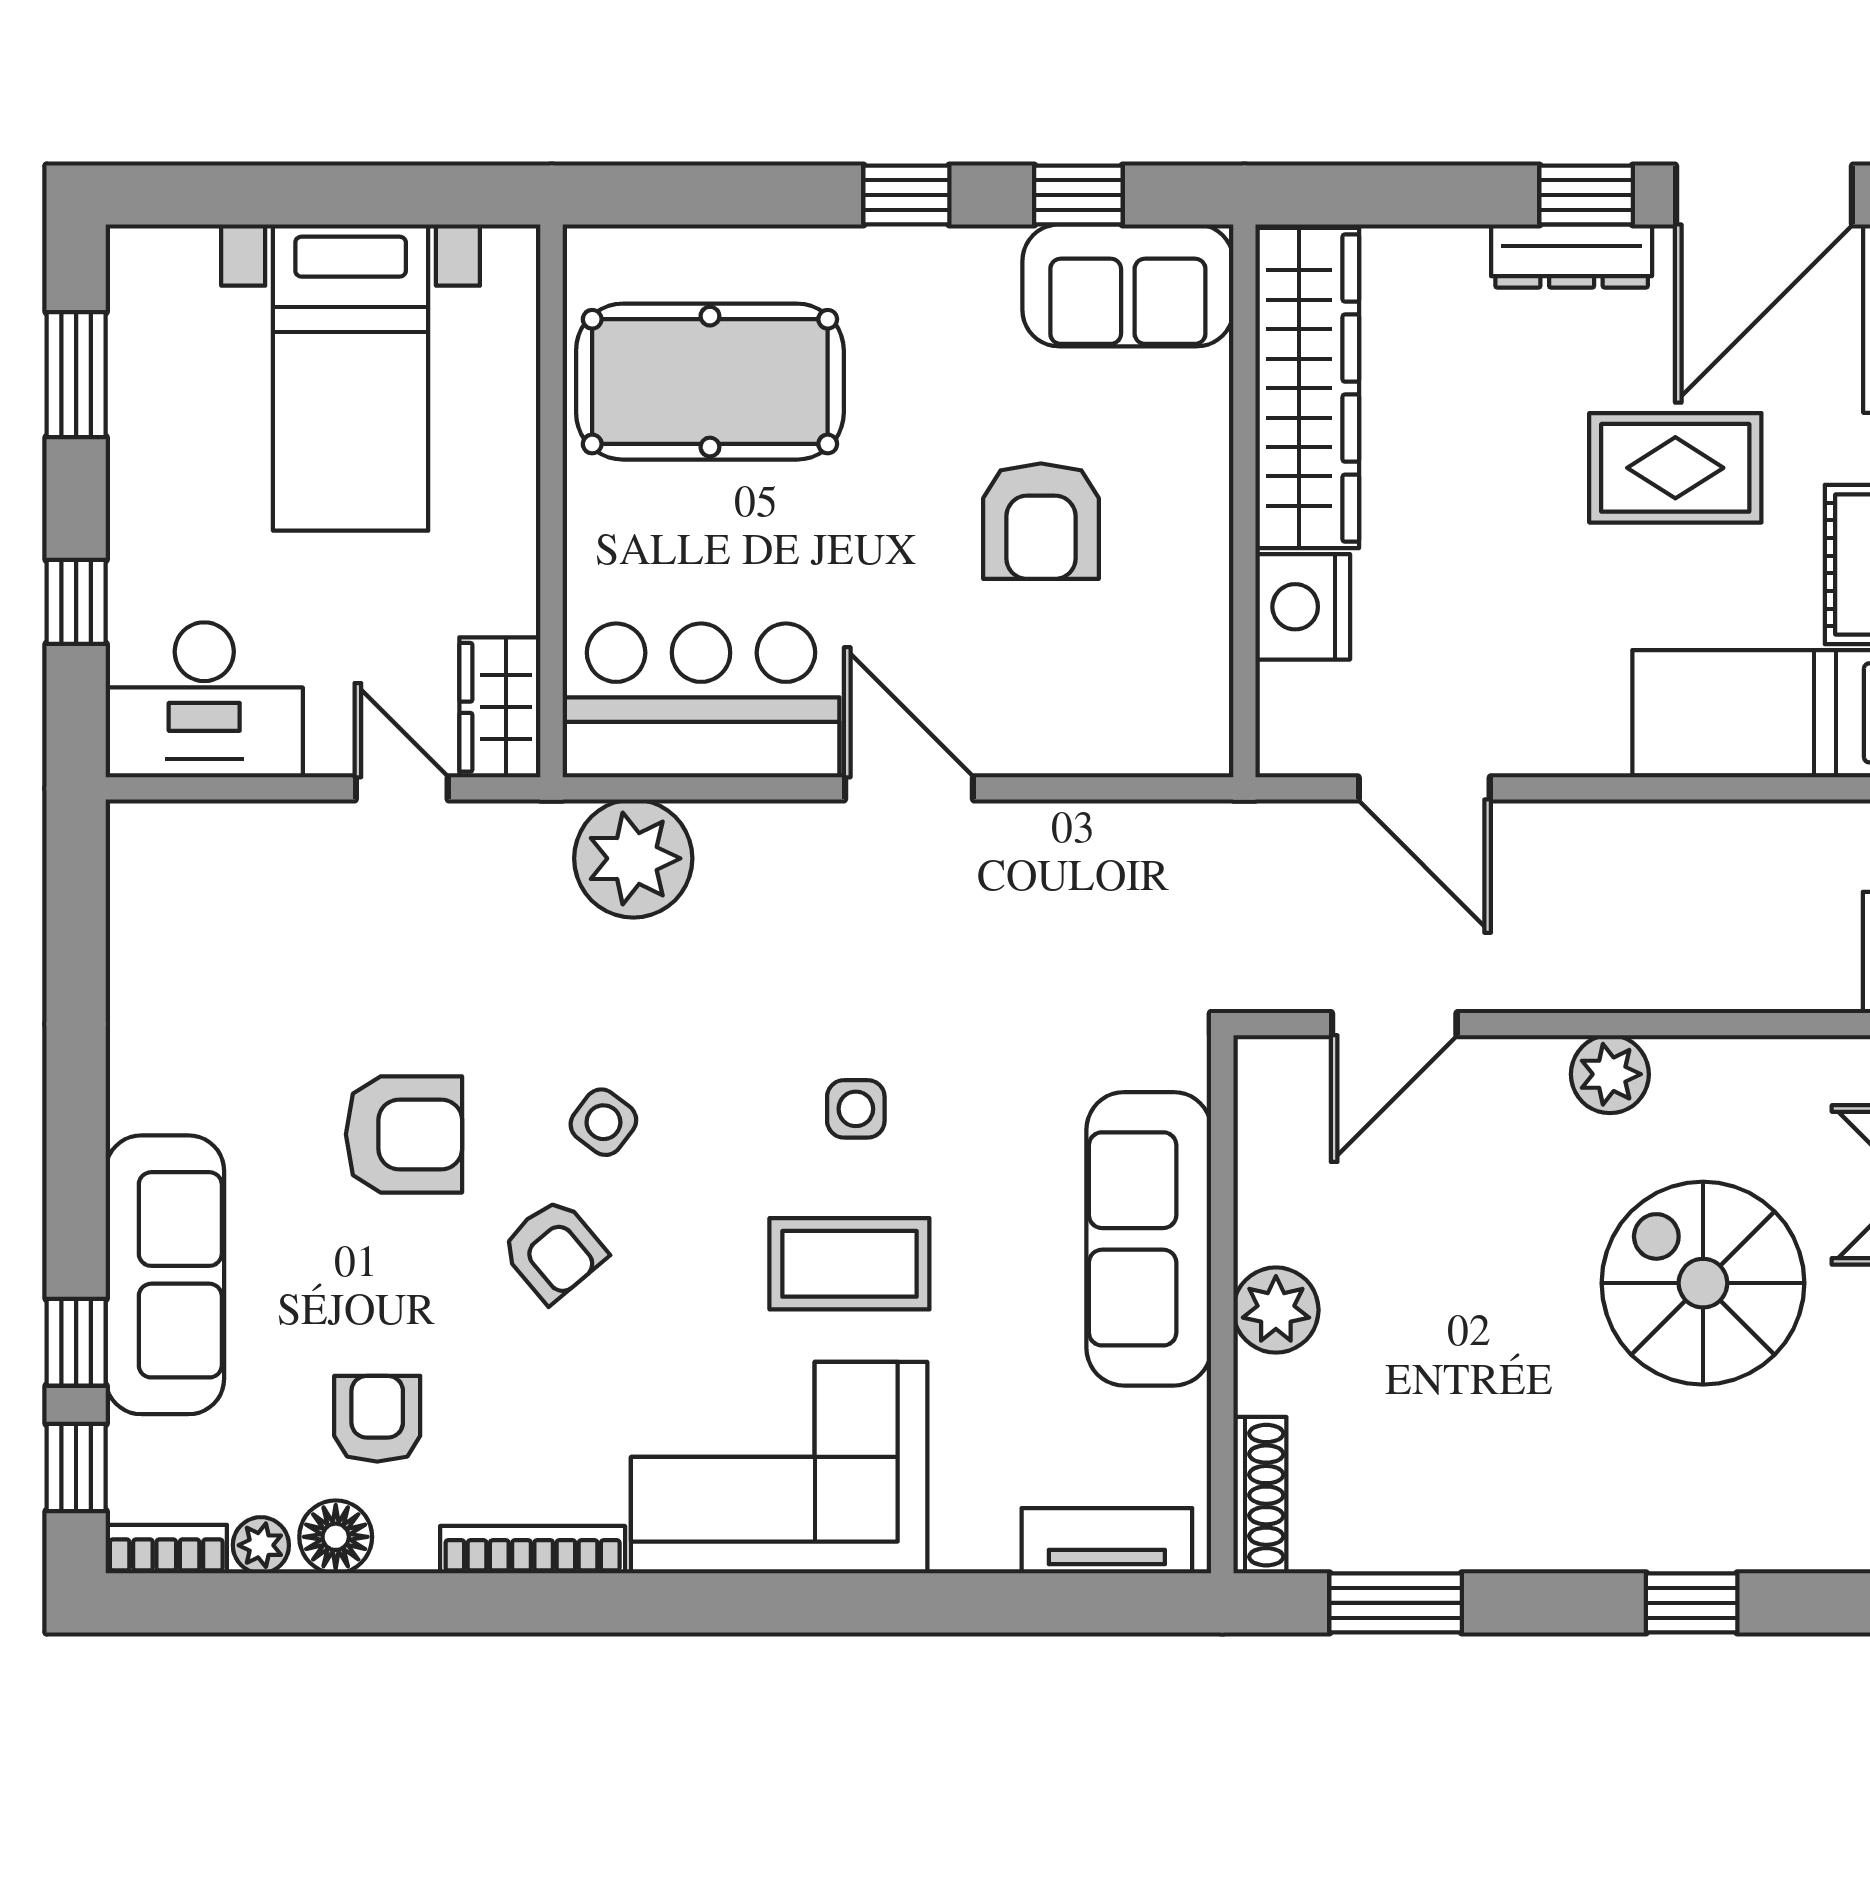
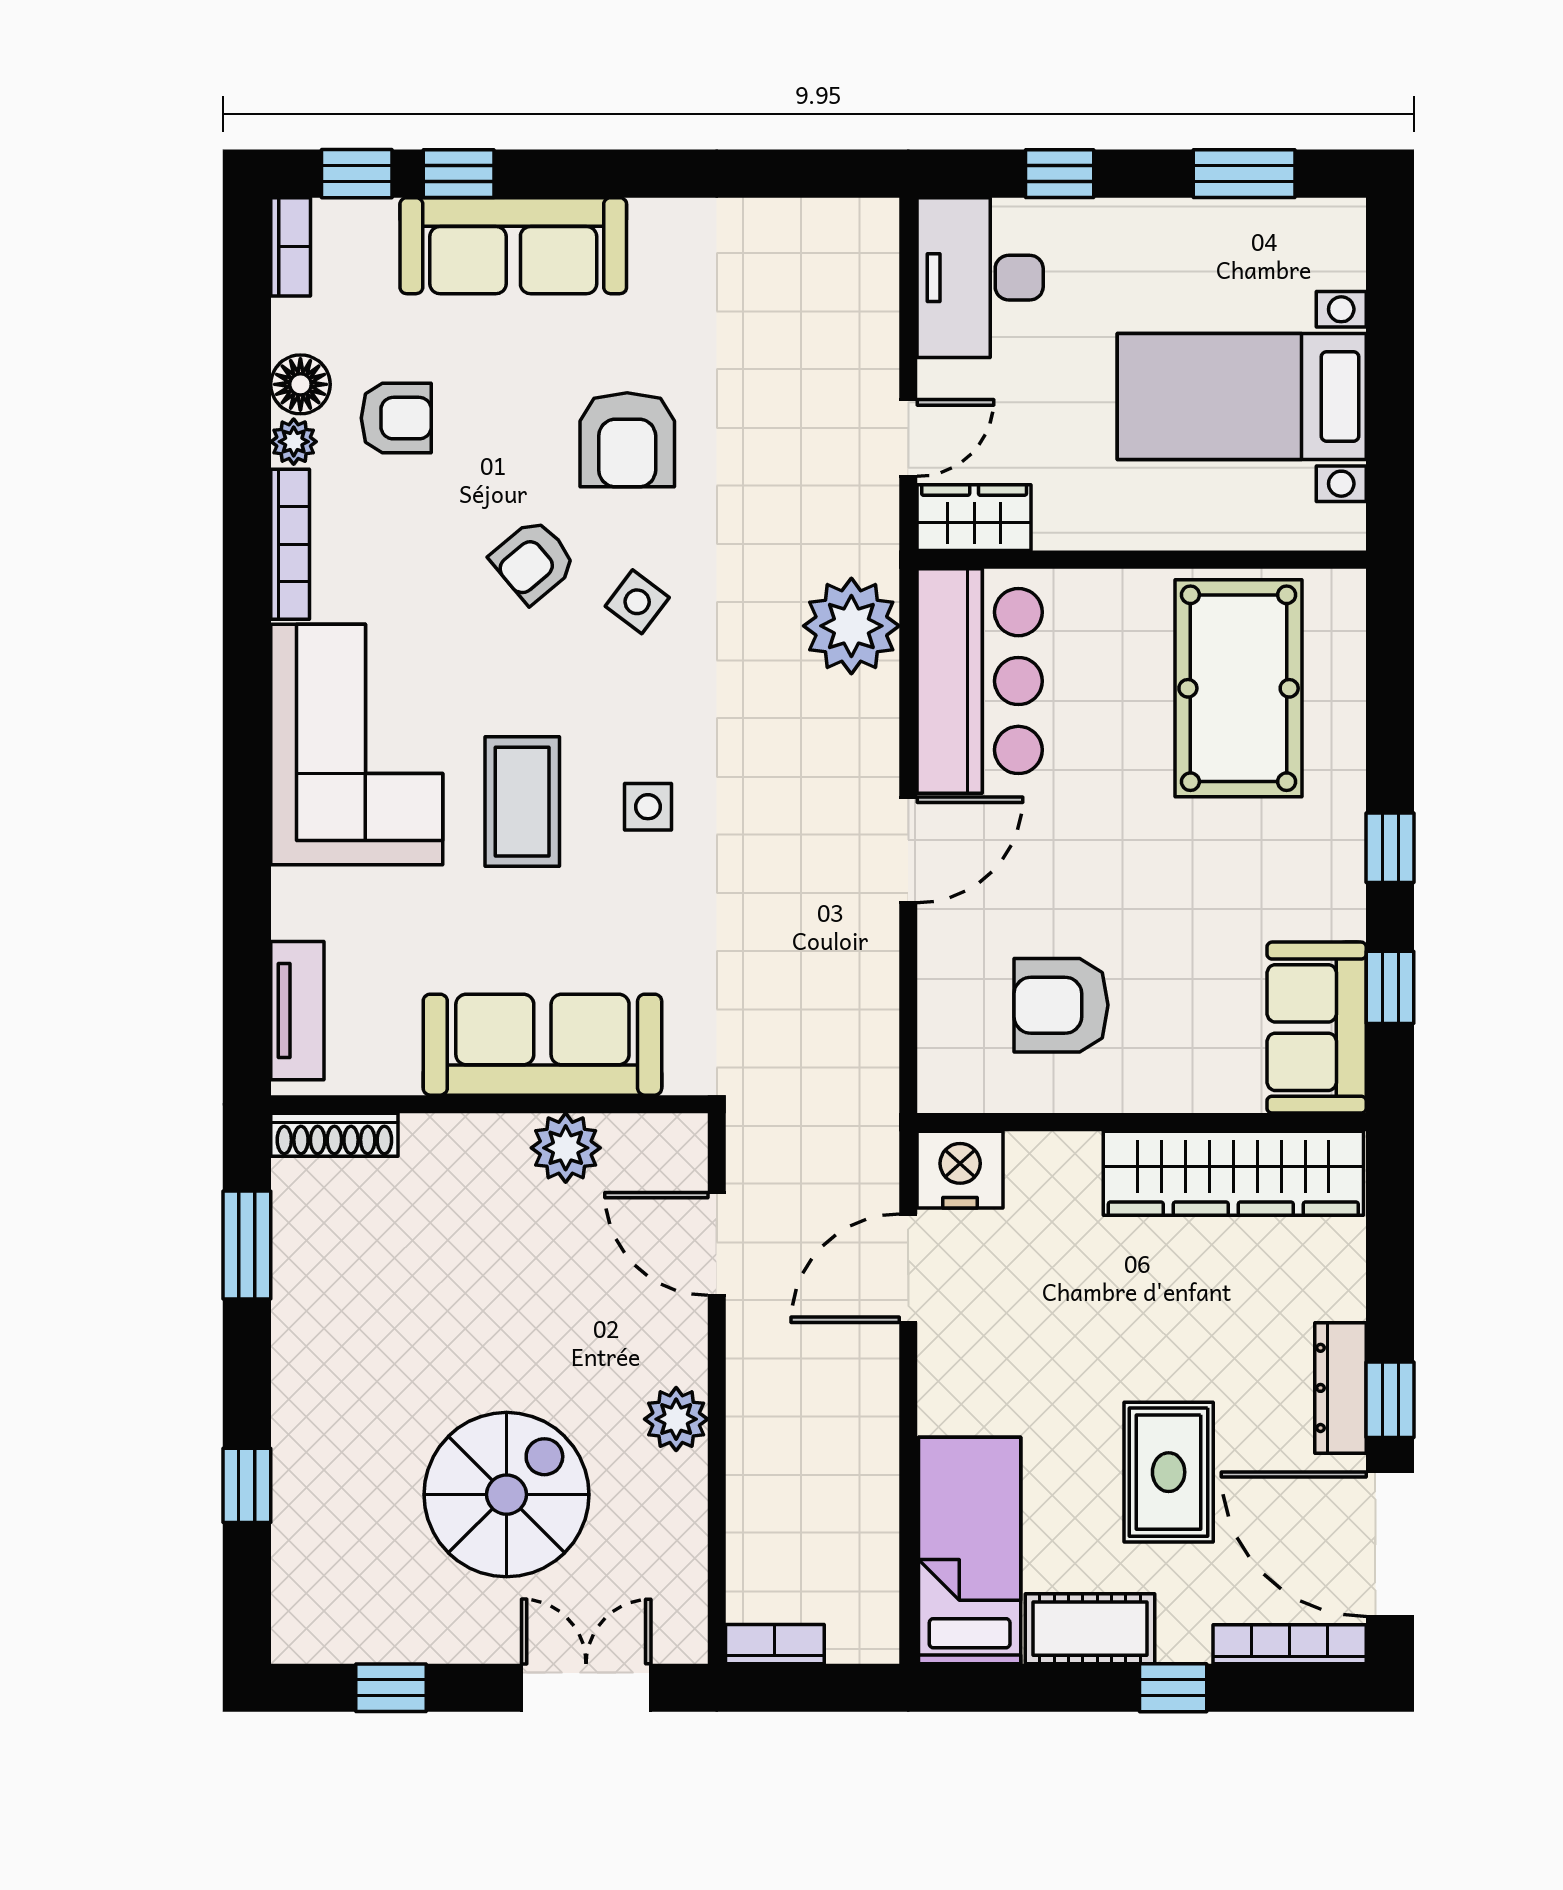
armchair: (1041, 521) -> (1061, 1005), moved
nightstand: (1303, 607) -> (960, 1170), moved
plant: (1276, 1310) -> (566, 1148), moved
plant: (261, 1545) -> (294, 442), moved

